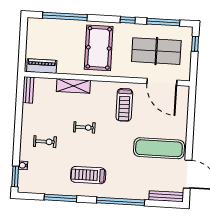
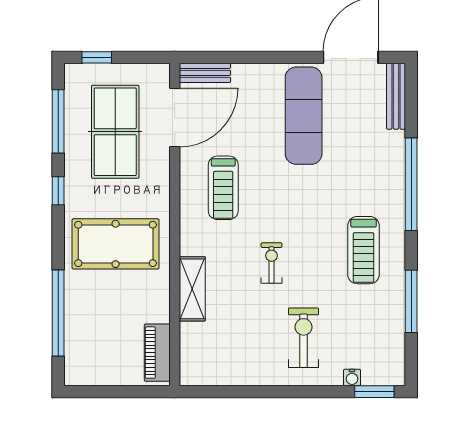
bench: (28, 90) -> (205, 73), moved
treadmill: (124, 105) -> (223, 188), turned 90
exercise bike: (45, 142) -> (303, 338), width x1.38, depth x1.39

